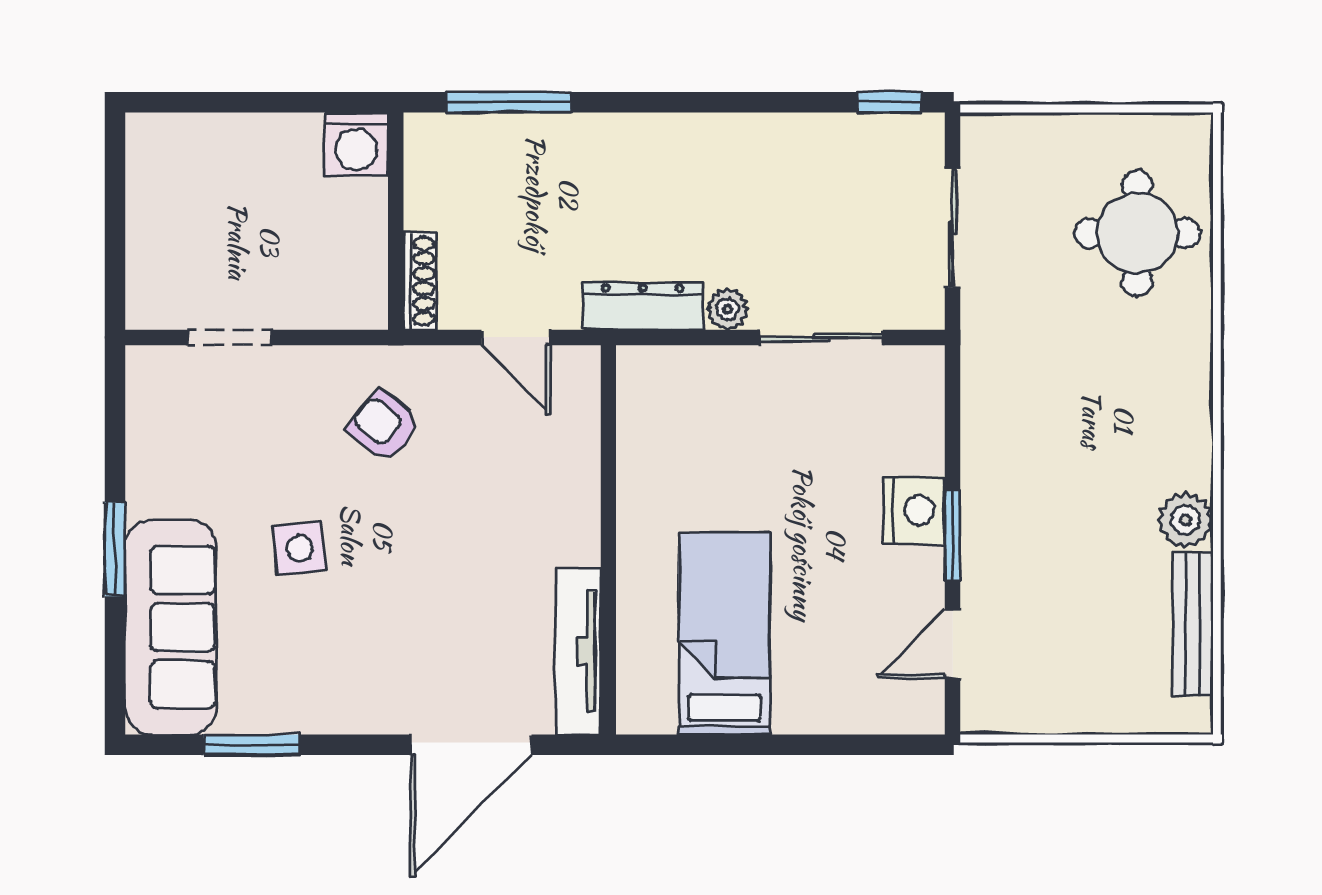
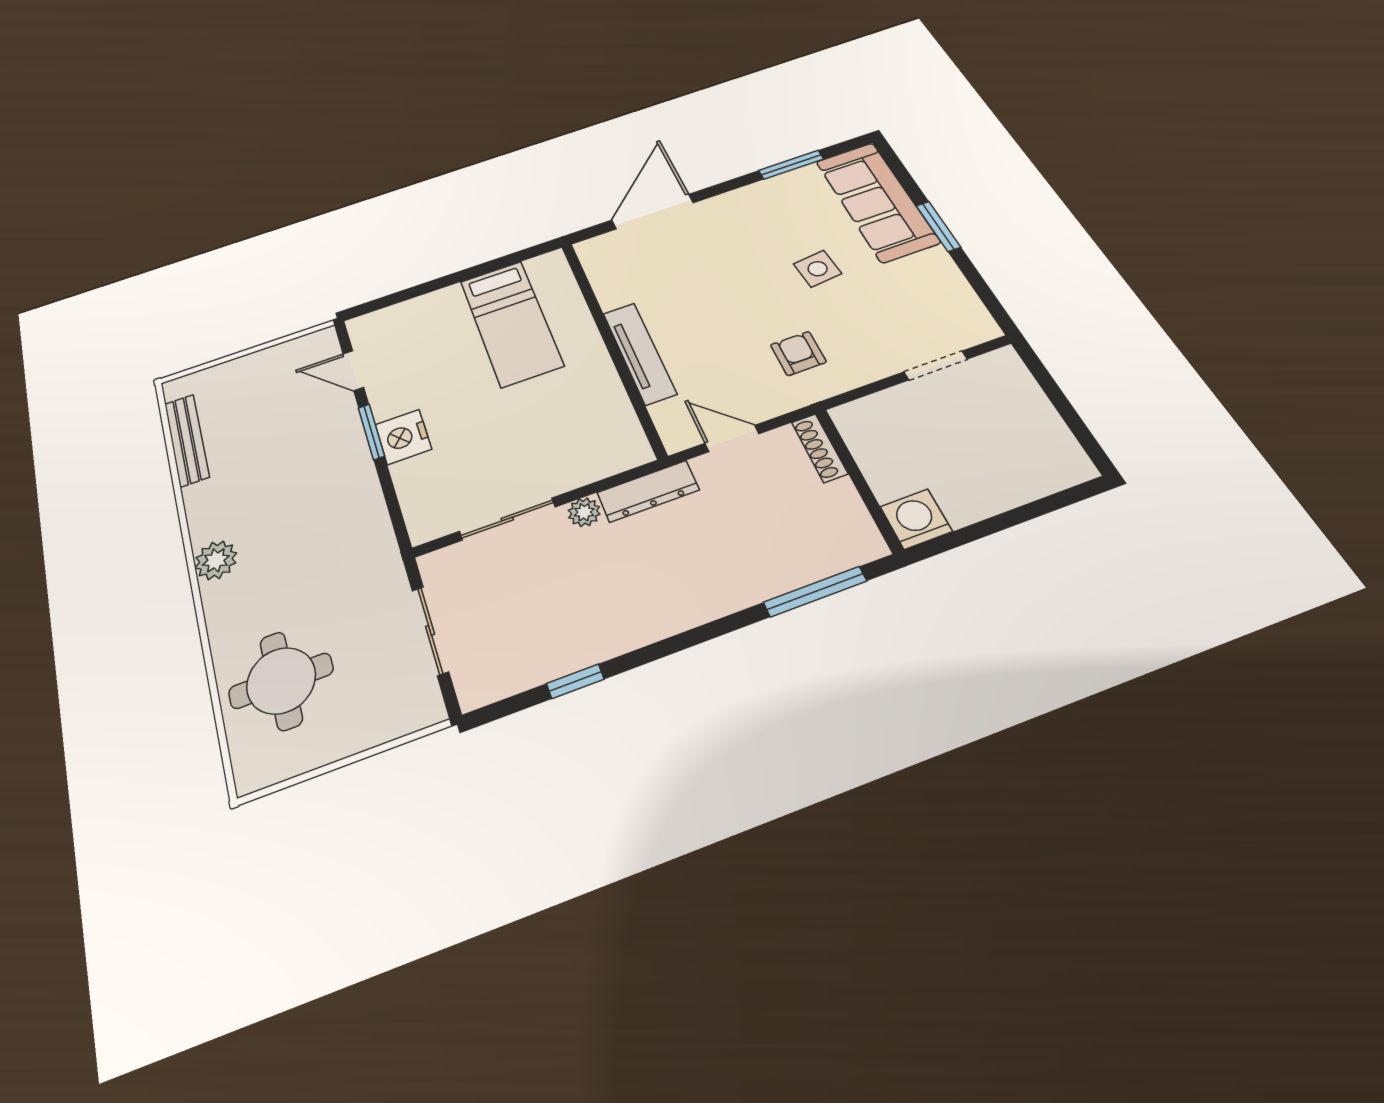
window: (890, 102) -> (575, 681), moved
armchair: (384, 426) -> (798, 353), turned -130
plant: (1185, 520) -> (216, 560), moved
door: (953, 644) -> (353, 371), swing flipped
tv unit: (578, 651) -> (639, 353), moved

